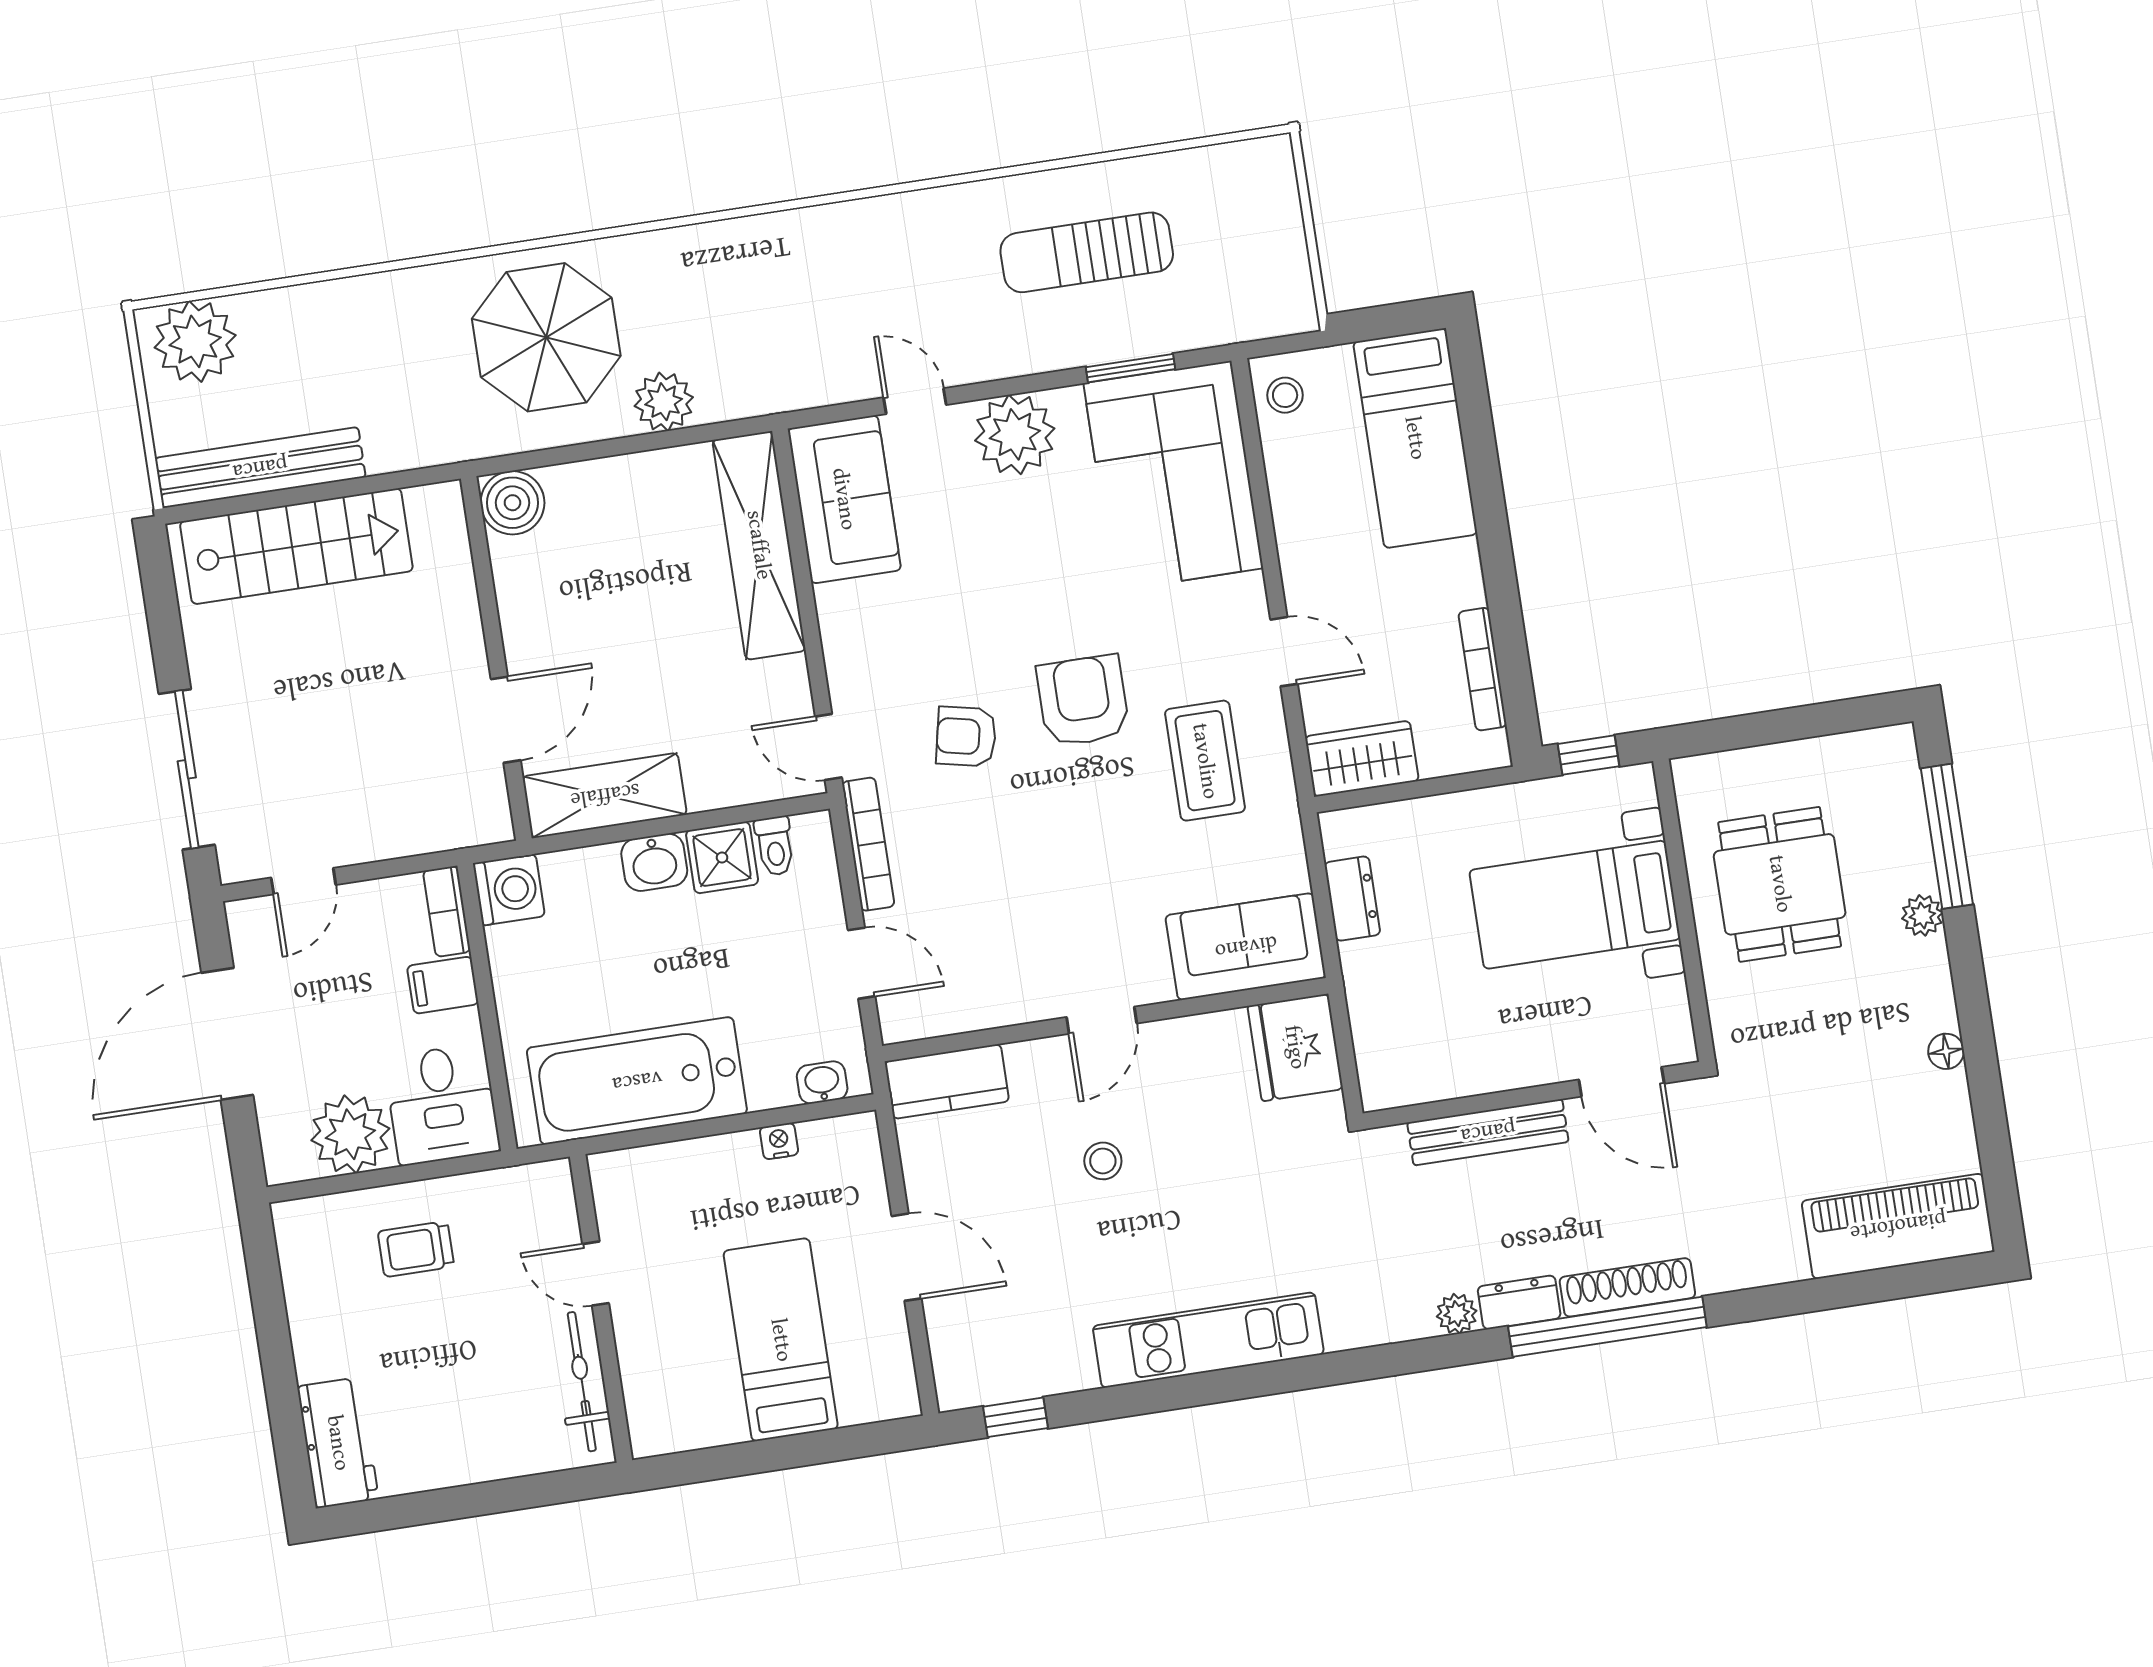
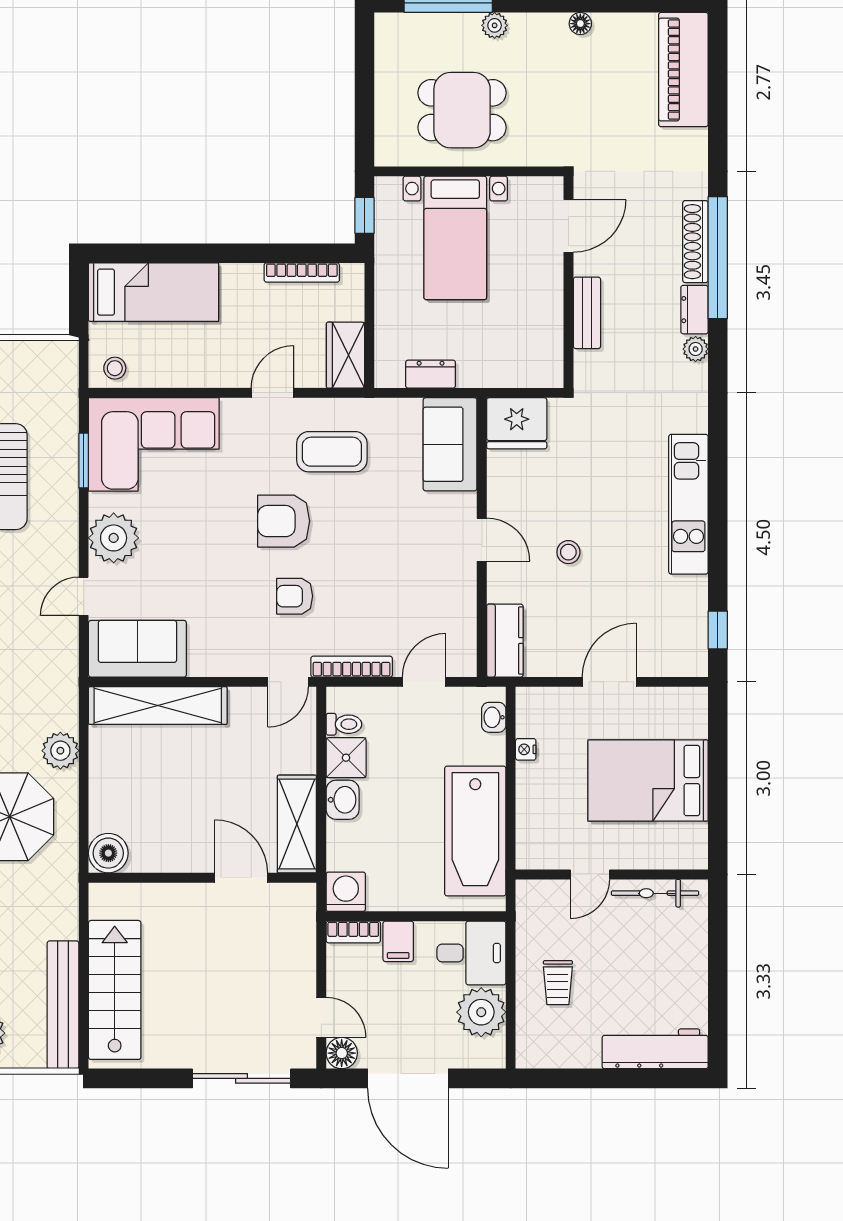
armchair: (966, 736) -> (295, 596), turned 78
floor lamp: (251, 923) -> (342, 1053), added
bench: (1488, 1132) -> (587, 313), width x0.73
bed: (781, 1340) -> (648, 781), width x1.50
workbench: (338, 1443) -> (655, 1049), width x1.37

